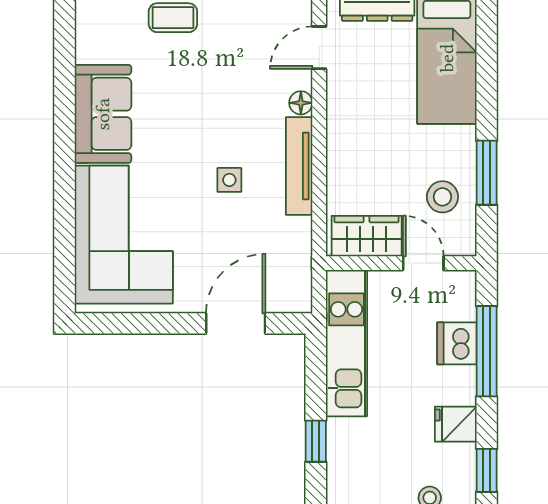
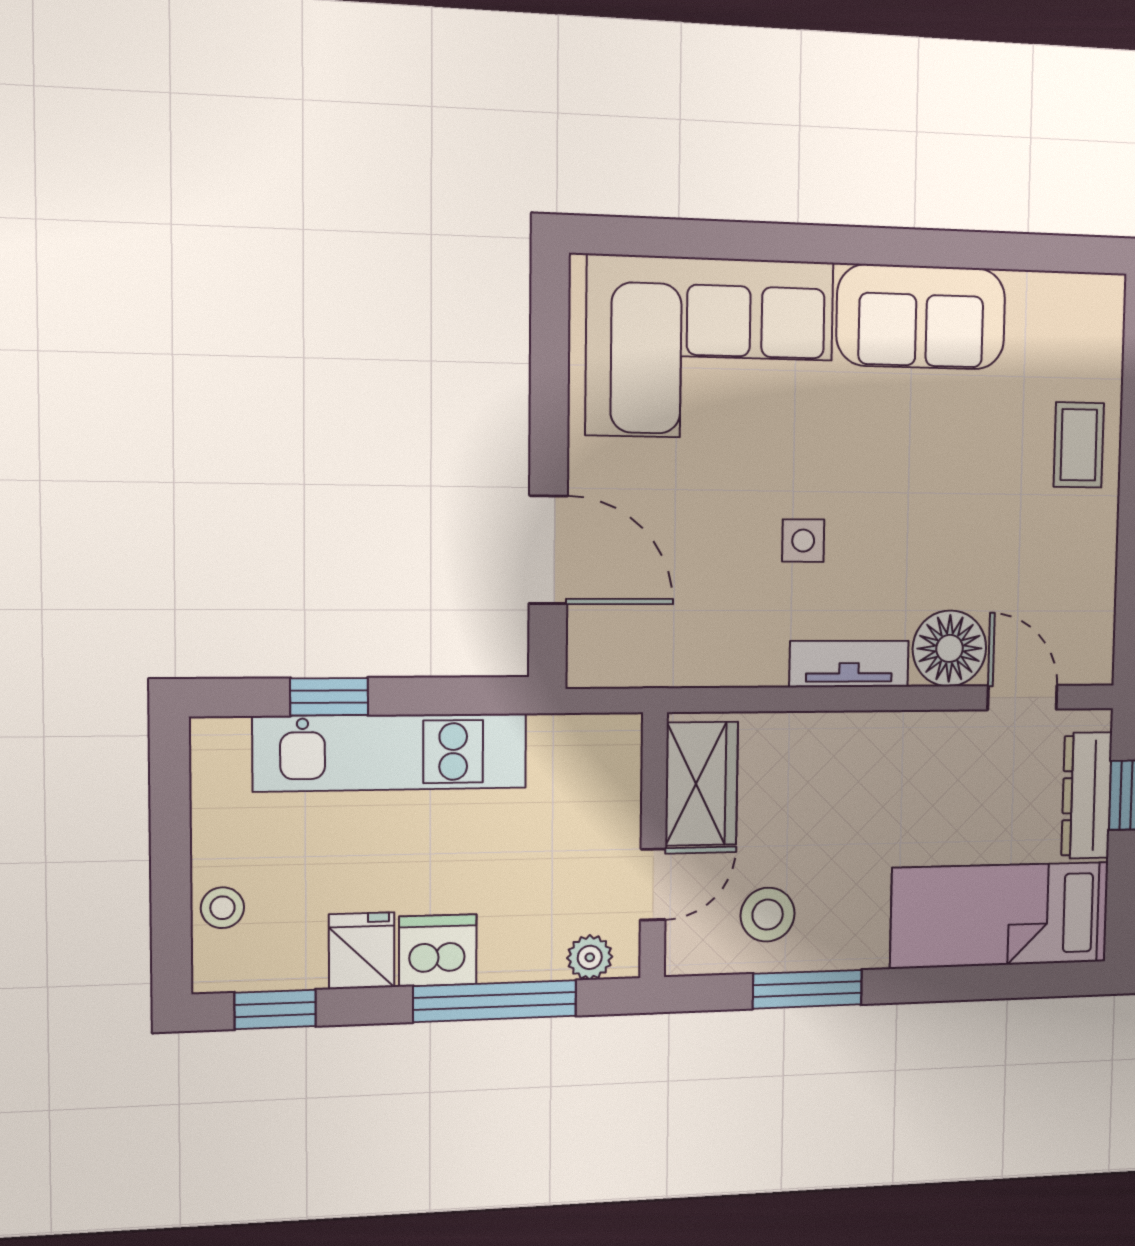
floor lamp: (301, 103) -> (950, 648), width x1.89, depth x1.89
tv unit: (299, 166) -> (849, 664), width x0.71
plant: (464, 299) -> (590, 957), added
kitchen unit: (346, 343) -> (391, 752), moved
dishwasher: (457, 343) -> (438, 950), moved

